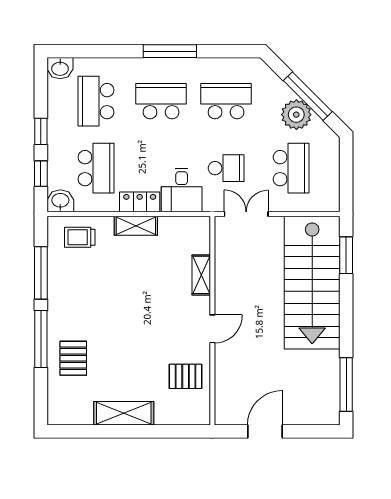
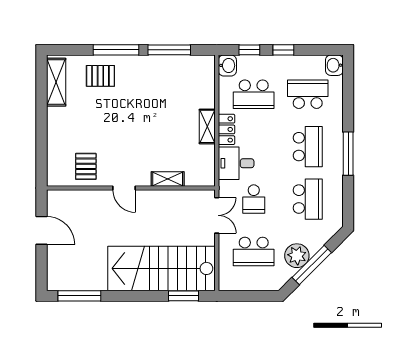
trolley: (80, 237) -> (198, 81), removed
shelving: (124, 413) -> (56, 82), moved

